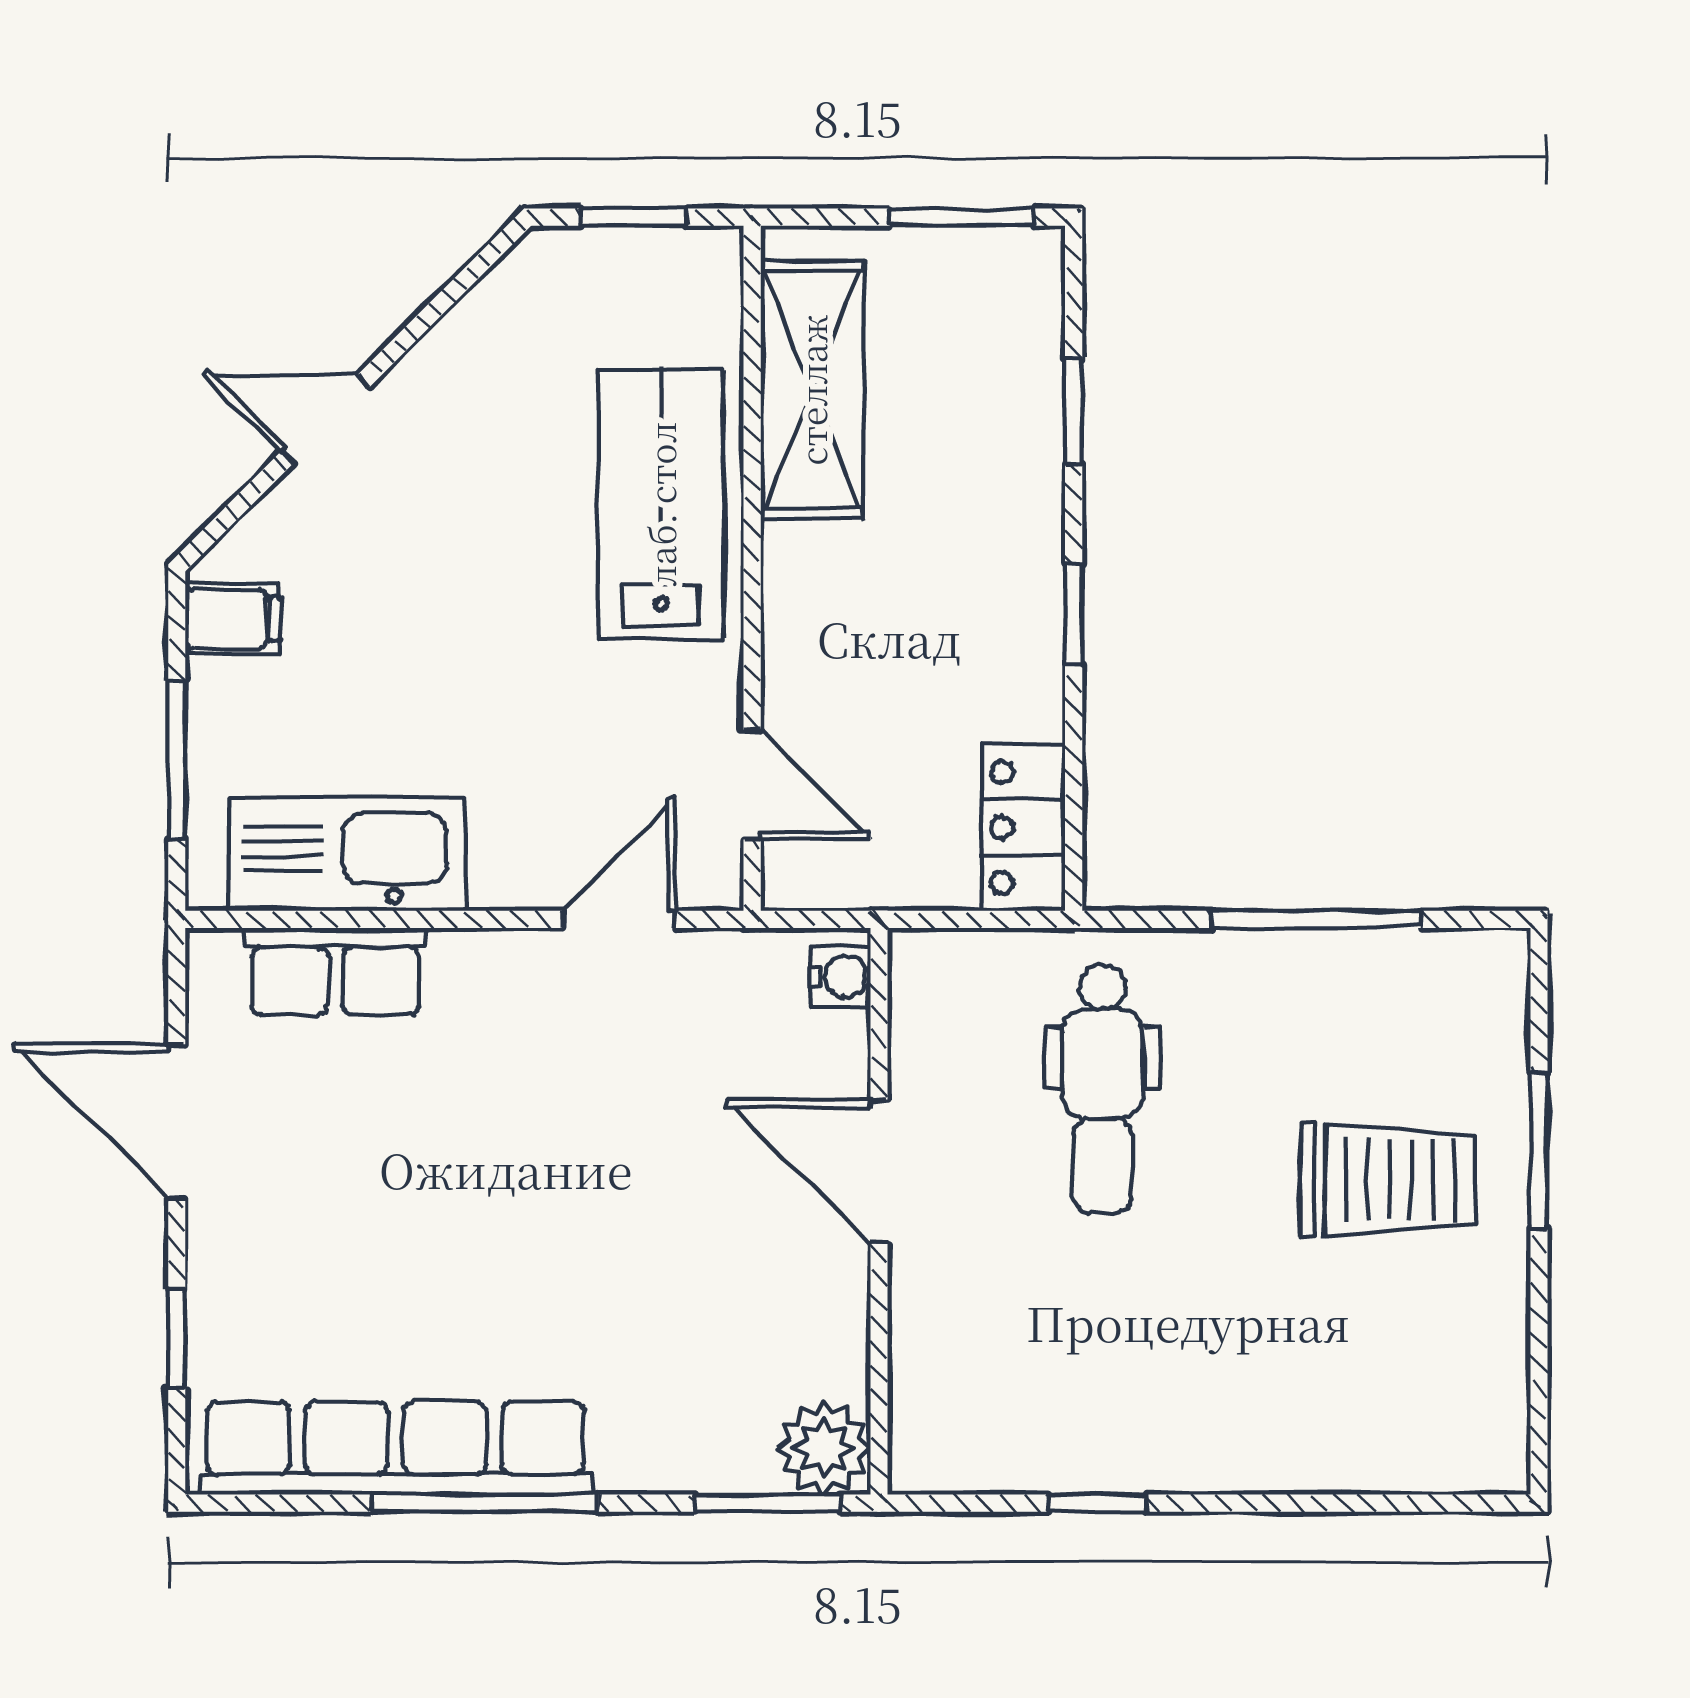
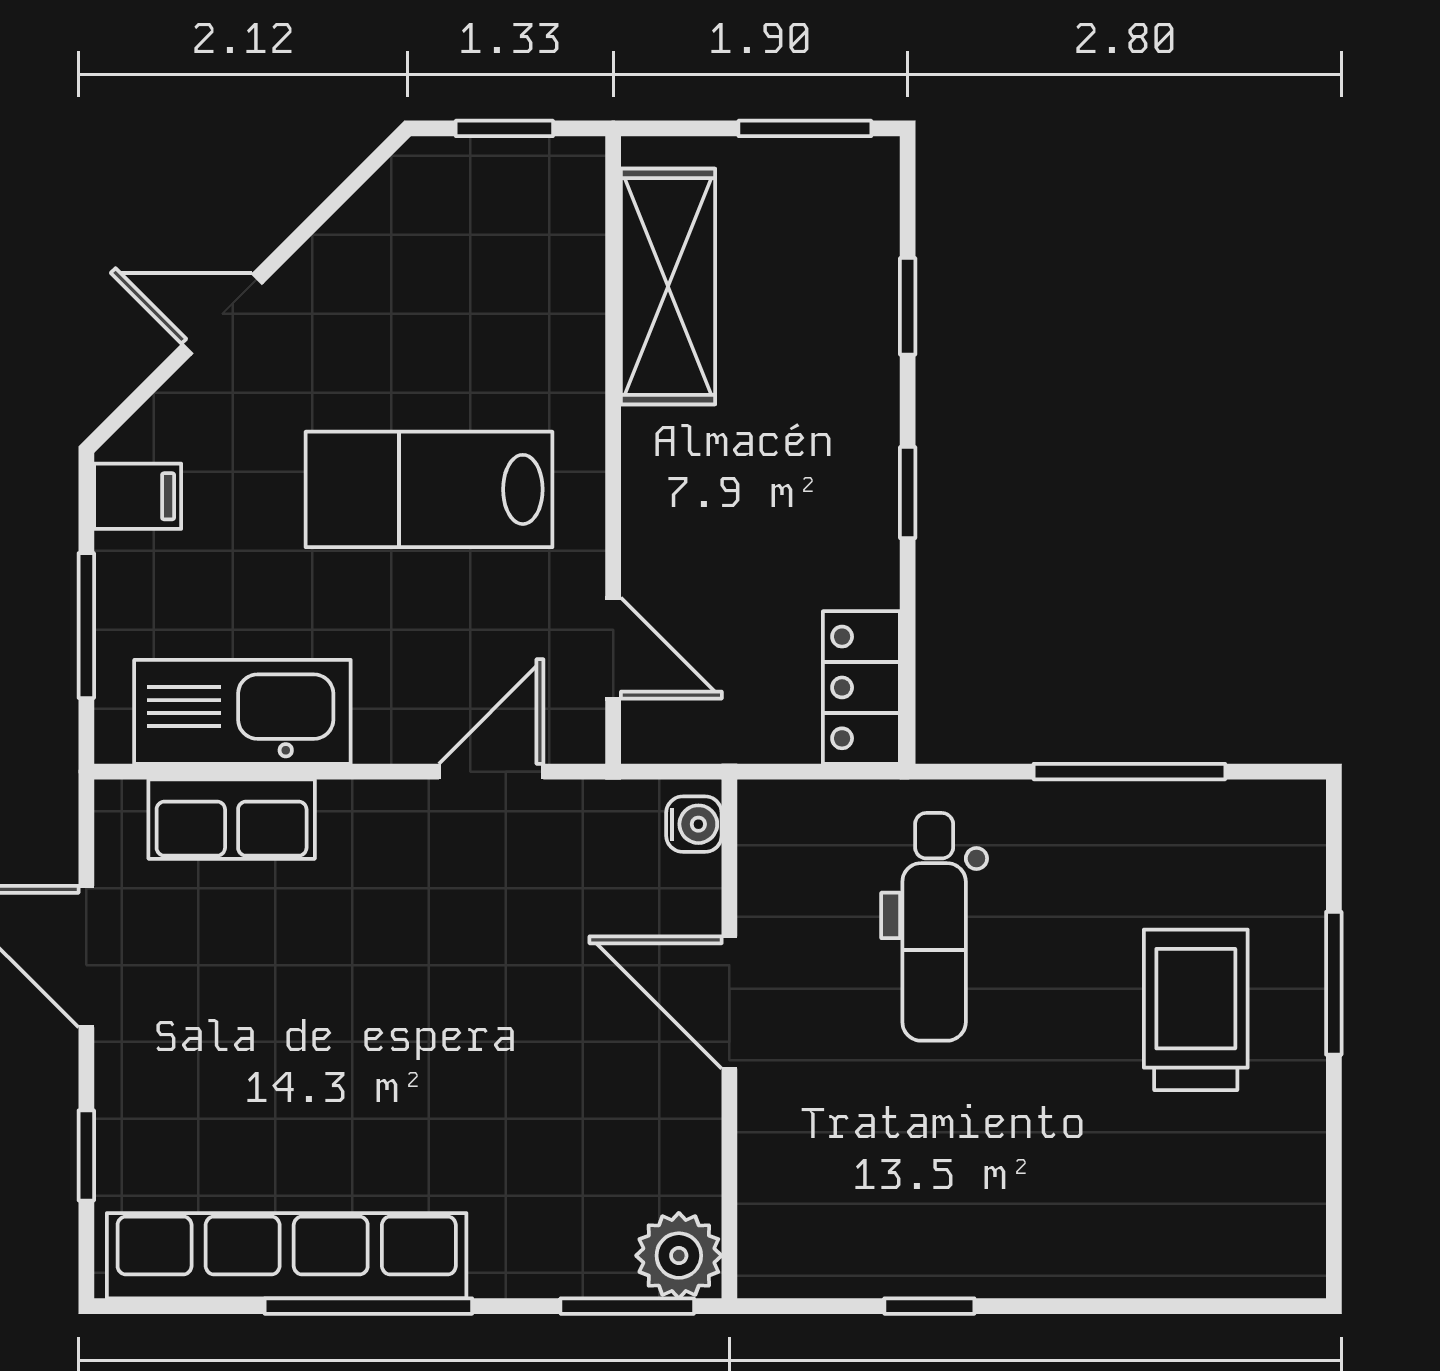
lab bench: (661, 504) -> (429, 489), moved, turned -90
trolley: (1388, 1180) -> (1196, 1010), turned -90

